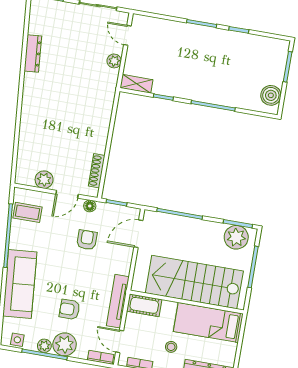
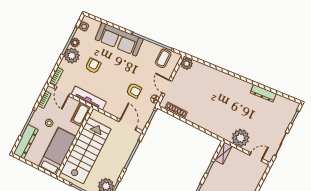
plant: (114, 61) -> (241, 138), width x1.88, depth x1.88
plant: (44, 180) -> (187, 64), moved
door: (120, 341) -> (63, 91), swing flipped

